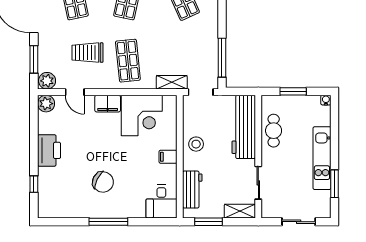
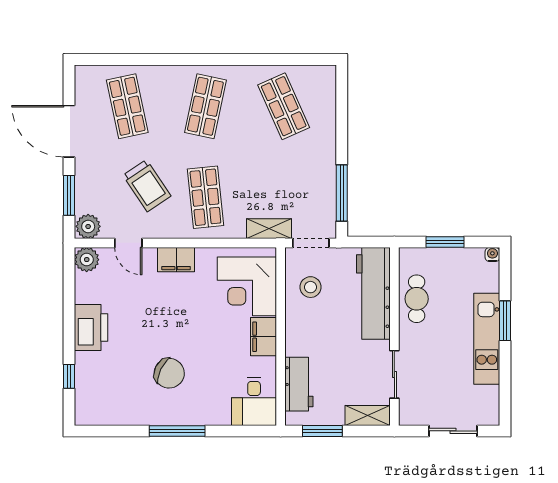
trolley: (88, 53) -> (147, 186), turned -124
corner desk: (142, 115) -> (247, 286), moved, turned 90
stool: (196, 144) -> (311, 287), moved
filing cabinet: (168, 157) -> (264, 337), width x2.00
window: (335, 184) -> (505, 321), moved

